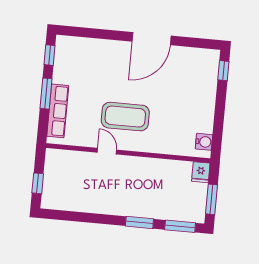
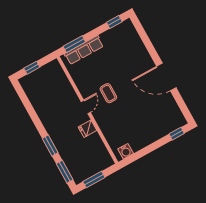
window: (46, 94) -> (74, 44), moved
coffee table: (125, 117) -> (108, 93), width x0.54, depth x0.58
door: (107, 151) -> (86, 107), moved
fridge: (201, 172) -> (87, 129), moved

